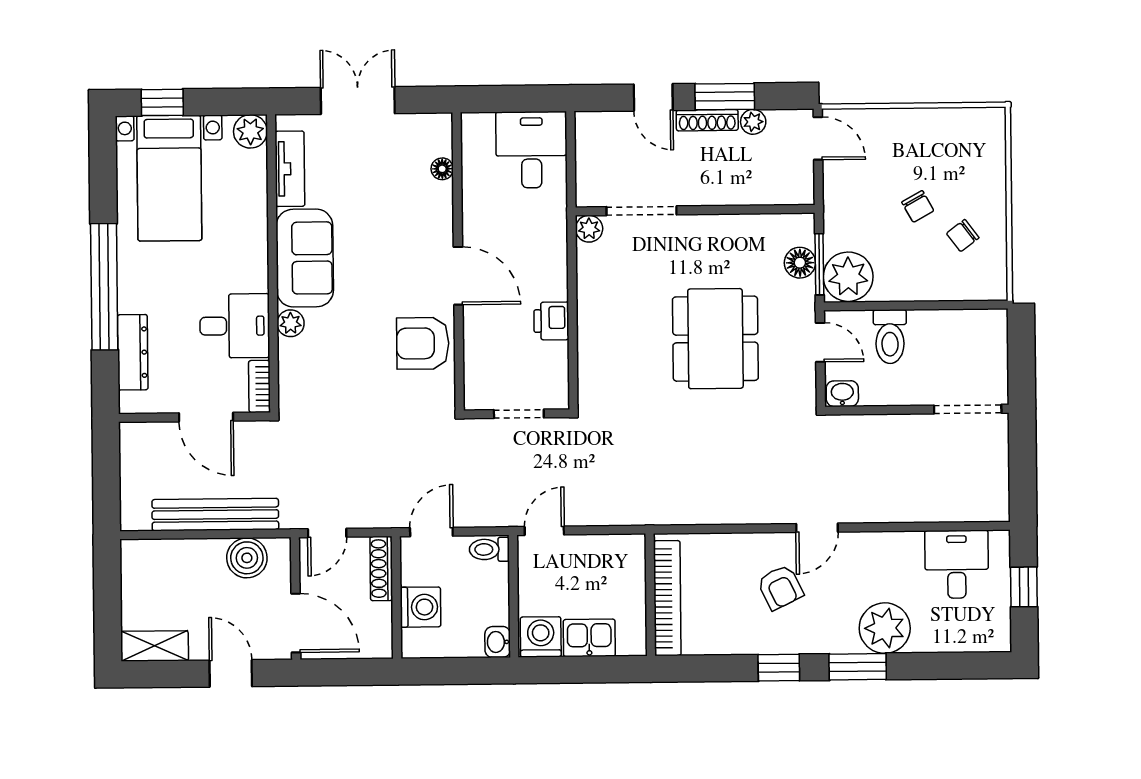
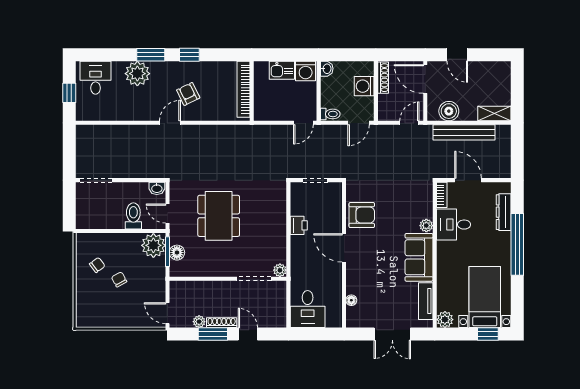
desk: (957, 564) -> (96, 78), moved, turned 180
shoe rack: (381, 569) -> (383, 78), moved
shelving: (155, 646) -> (494, 114), moved

